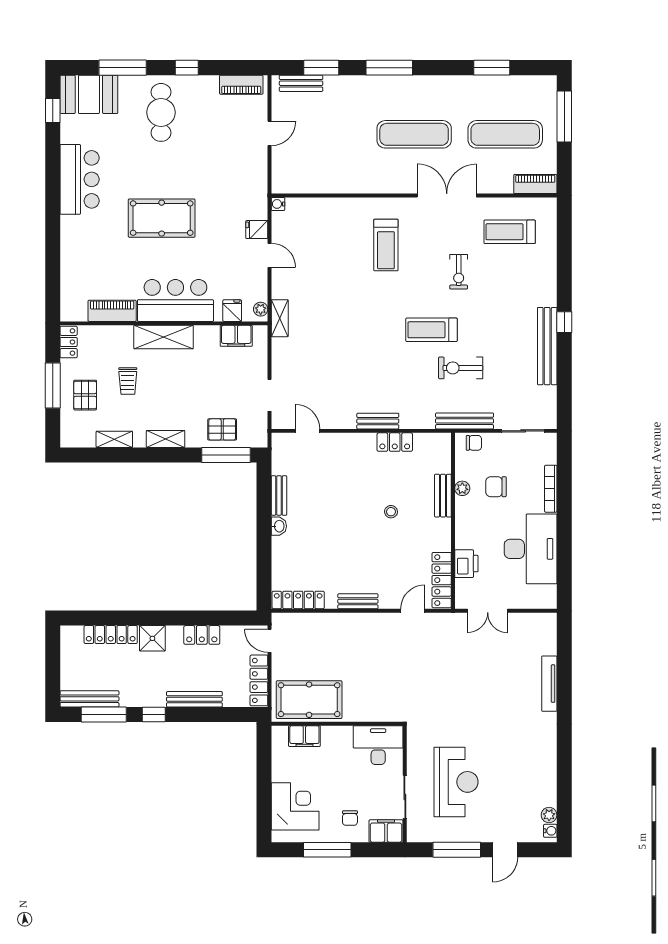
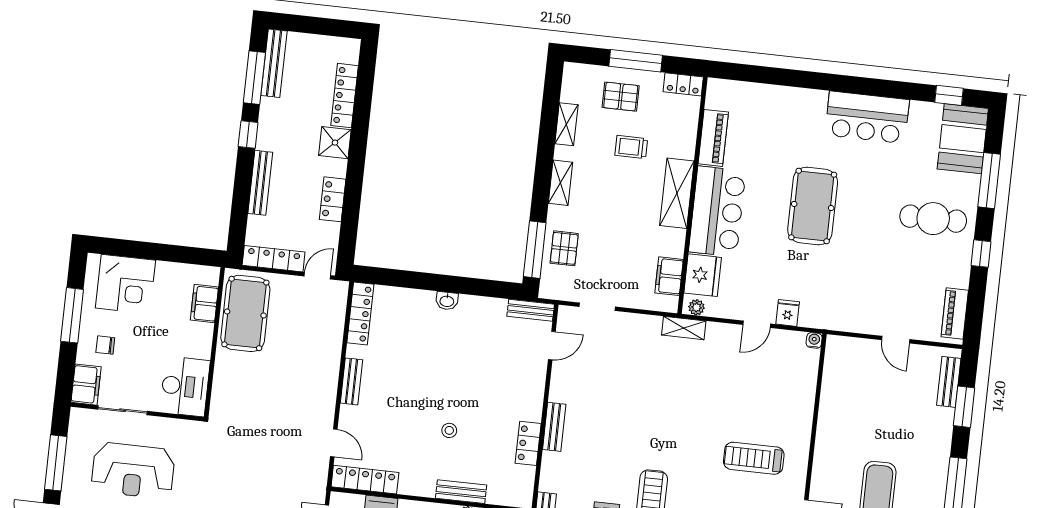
fridge: (232, 311) -> (703, 275), width x1.88, depth x1.34
bench: (279, 495) -> (531, 310), moved

